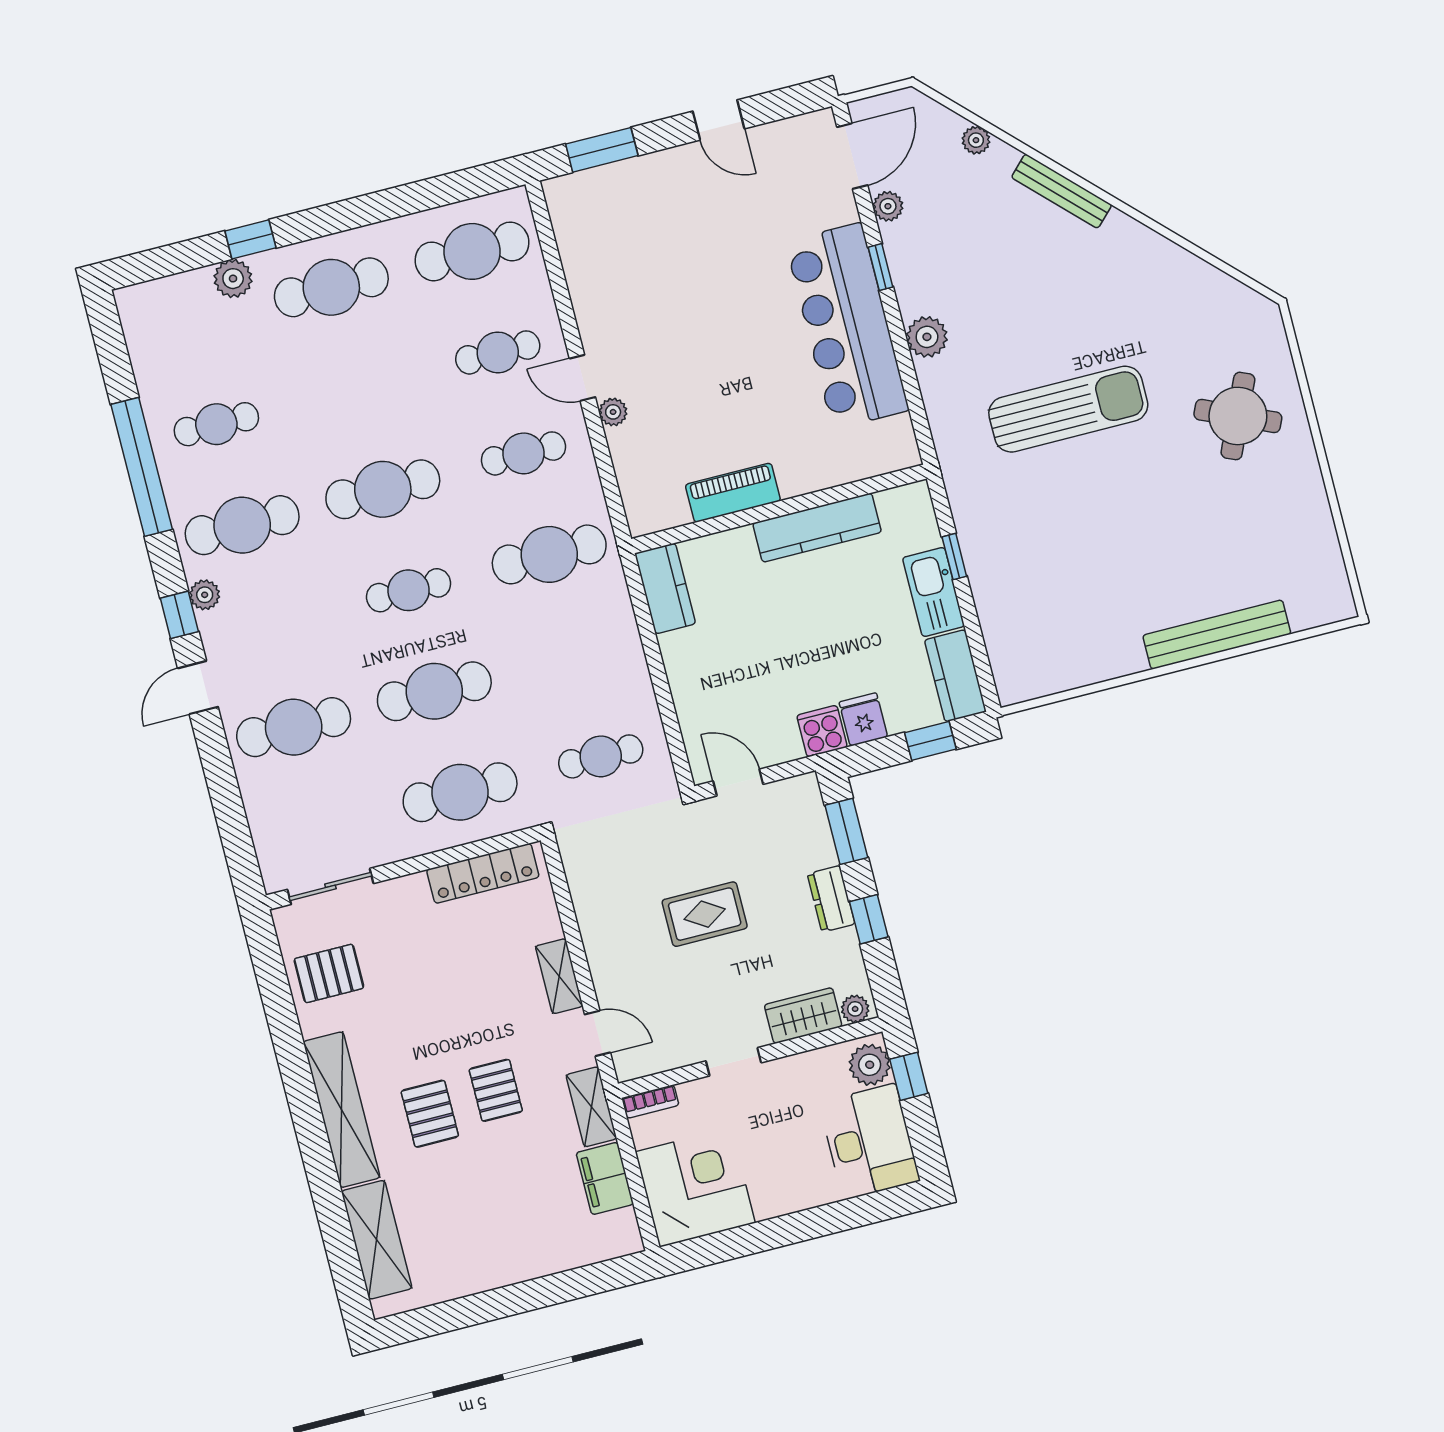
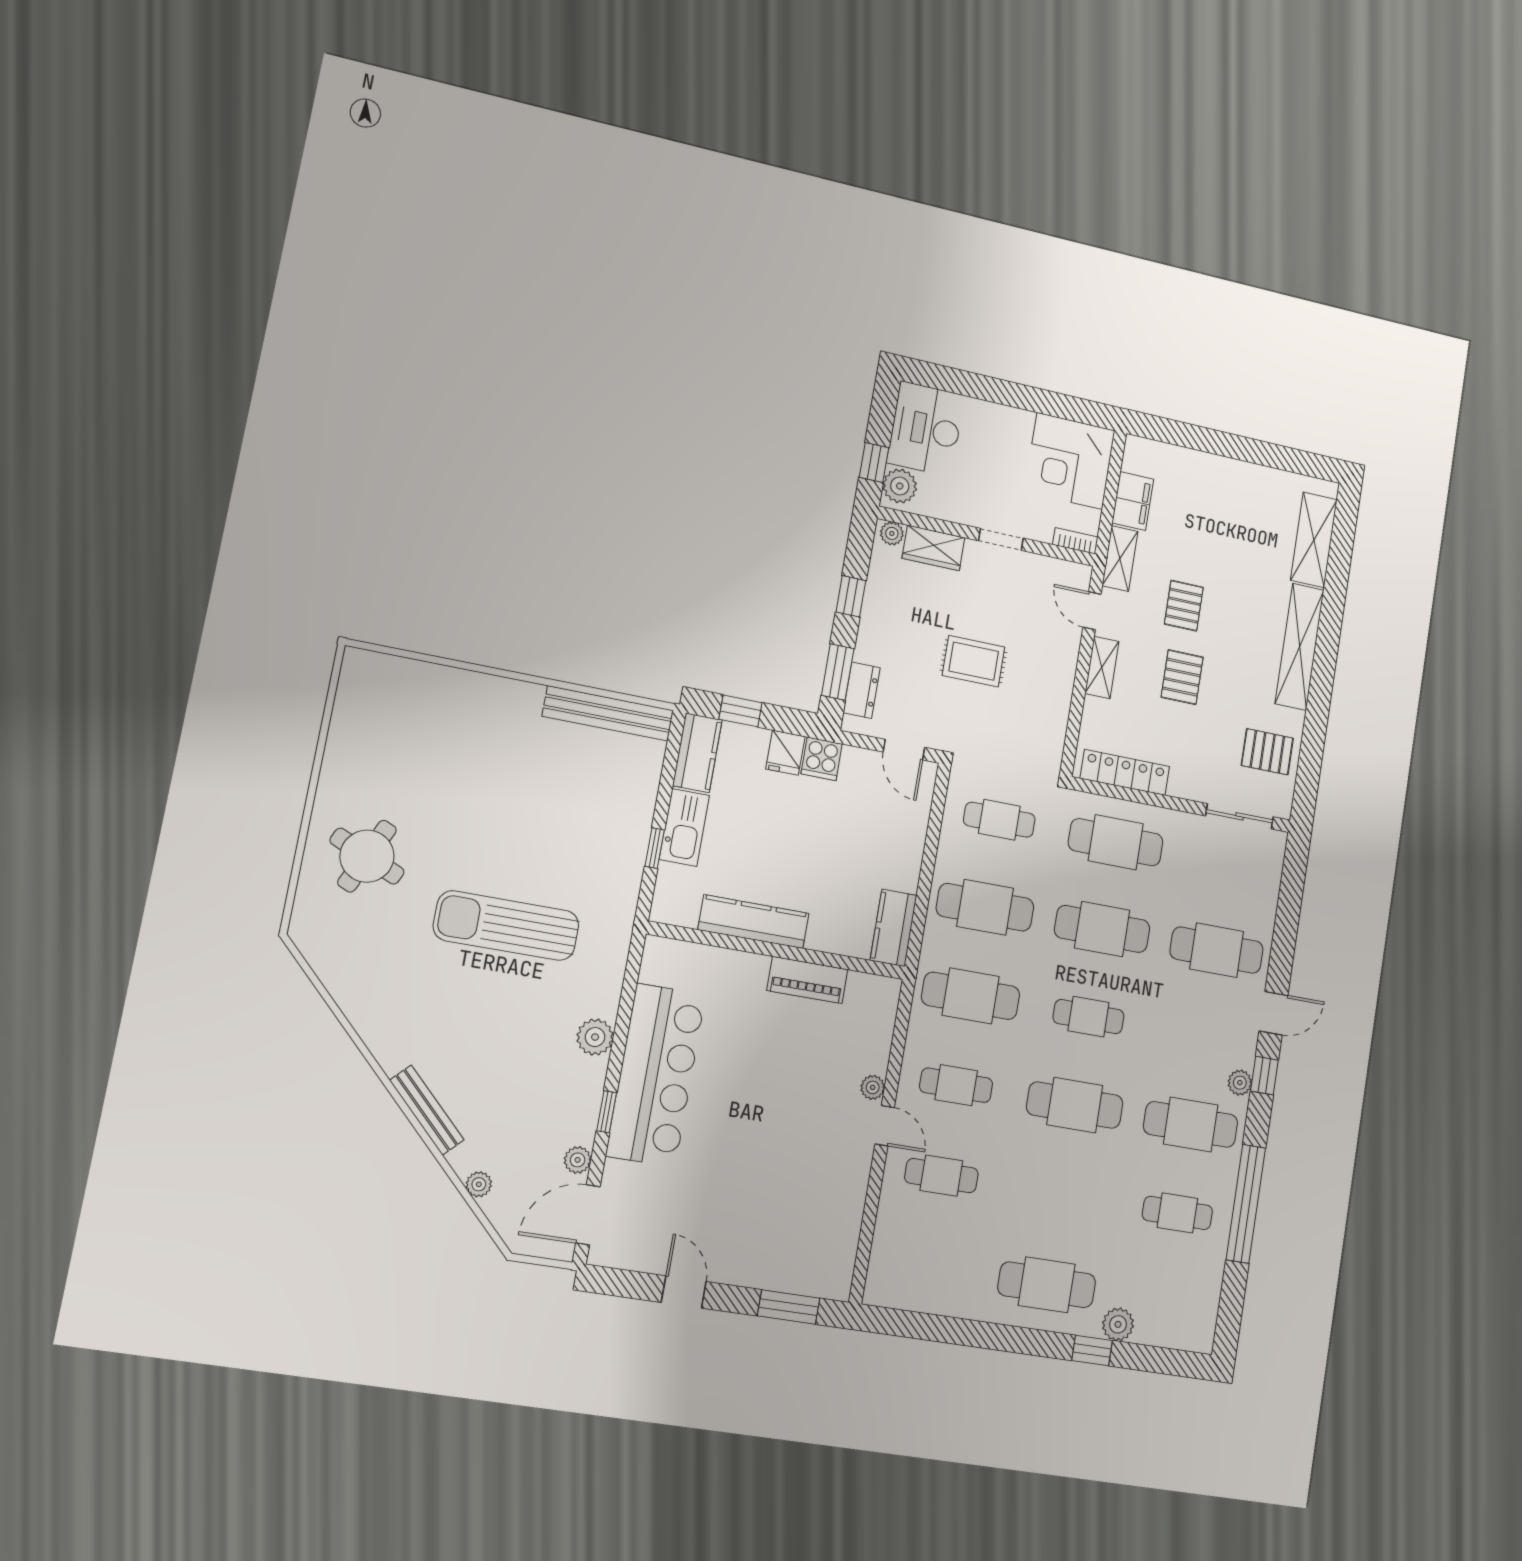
cafe table: (472, 251) -> (985, 907), moved
bench: (1217, 635) -> (608, 713), moved
dresser: (831, 899) -> (862, 690), moved
pallet: (430, 1114) -> (1182, 677), moved

